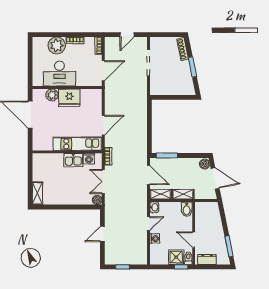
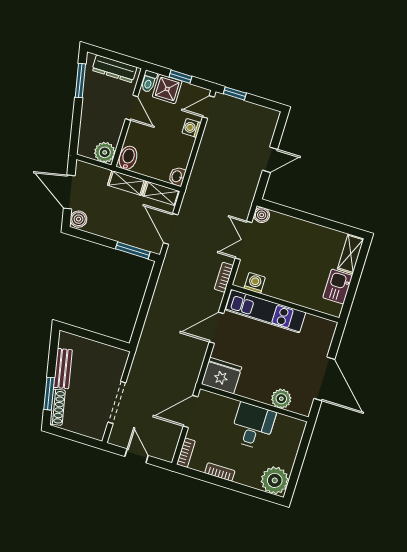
door: (127, 35) -> (137, 456), hinge flipped
plant: (57, 45) -> (275, 480), moved
window: (192, 67) -> (49, 394), moved
bench: (187, 73) -> (63, 369), added
desk: (59, 74) -> (253, 426), width x0.73
fridge: (69, 98) -> (222, 376), moved
kitchen sink: (73, 160) -> (338, 287), moved, turned -90
double door: (103, 182) -> (243, 240), swing flipped
plant: (201, 208) -> (105, 152), added
door: (148, 224) -> (208, 107), moved
dresser: (207, 259) -> (114, 69), width x1.44
window: (122, 267) -> (235, 93), moved
window: (181, 267) -> (180, 77), moved

